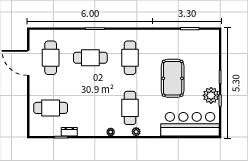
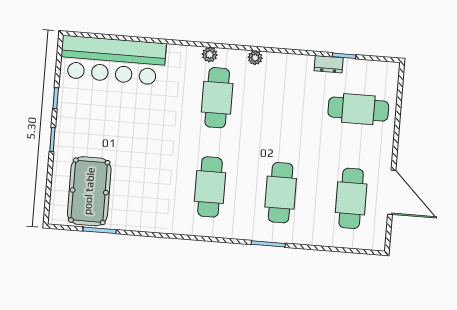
cafe table: (90, 58) -> (281, 193), turned 90
pool table: (173, 78) -> (89, 191), moved
plant: (211, 95) -> (71, 108), removed

